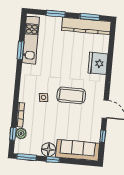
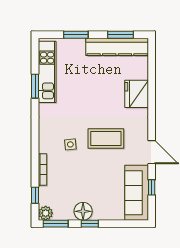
plant: (21, 133) -> (46, 213), moved
sofa: (78, 150) -> (137, 193), moved, turned -90

